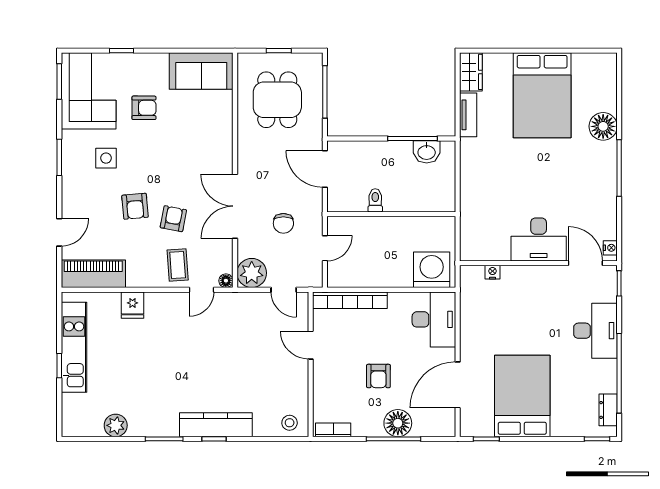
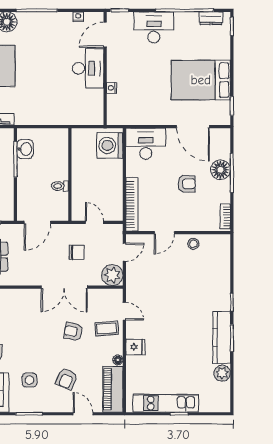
armchair: (135, 206) -> (67, 379), moved, turned 118
nightstand: (610, 248) -> (78, 17), moved
nightstand: (493, 272) -> (112, 88), moved
floor lamp: (226, 281) -> (118, 360), moved
fridge: (132, 305) -> (135, 347), moved
stool: (290, 423) -> (193, 244), moved
kitchen counter: (216, 425) -> (222, 338), moved

